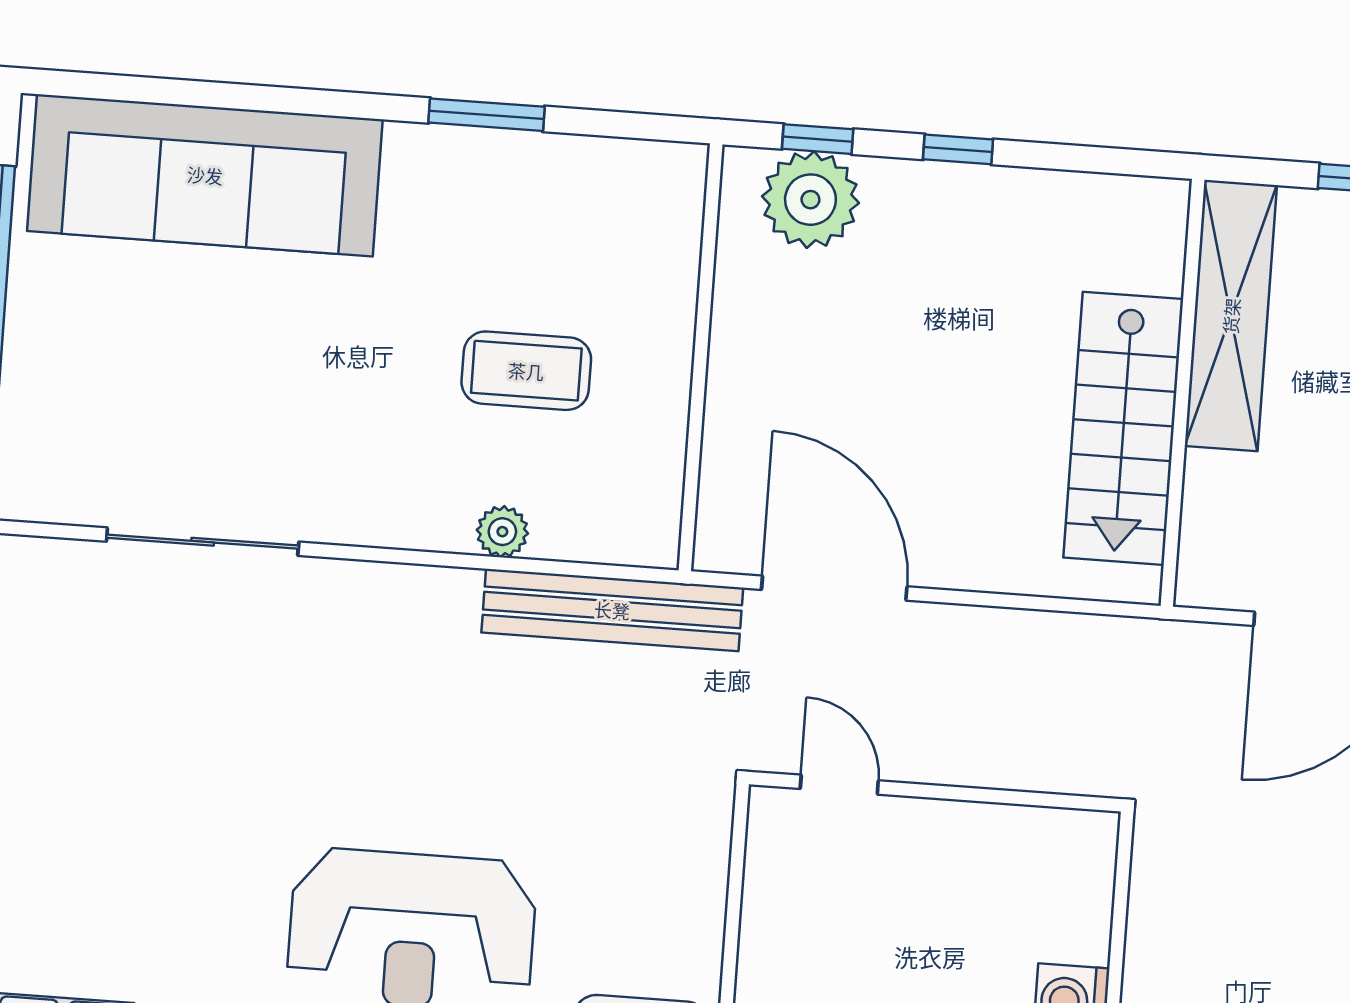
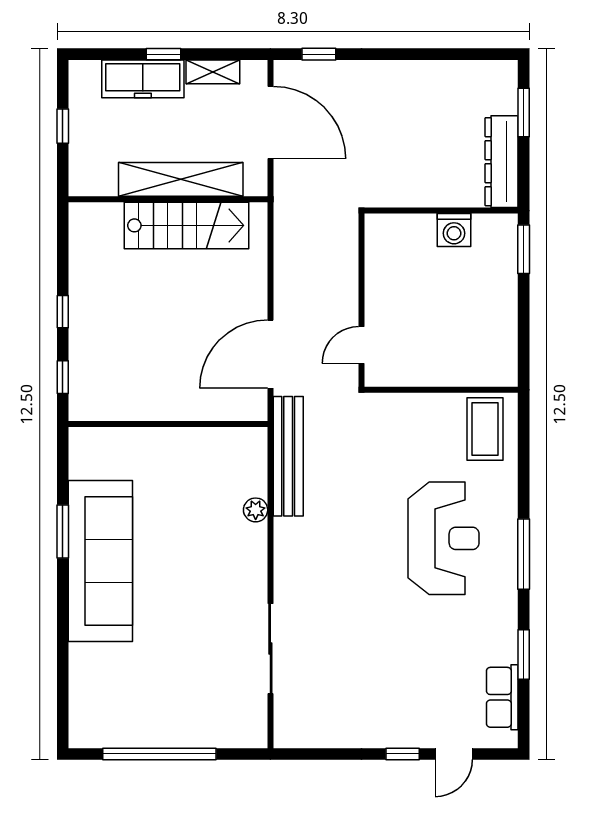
sofa: (205, 175) -> (100, 561), moved
plant: (810, 200) -> (91, 378), removed
shelving: (1231, 316) -> (181, 179), moved
coffee table: (526, 371) -> (180, 504), removed

